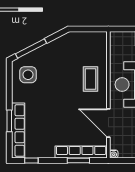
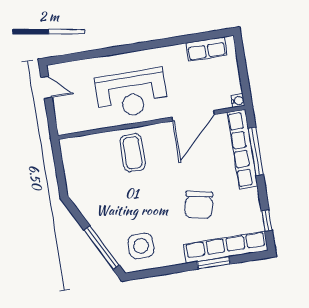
coffee table: (90, 79) -> (133, 153), turned 90
chair: (49, 117) -> (199, 205), added
window: (78, 160) -> (256, 151), width x1.44

